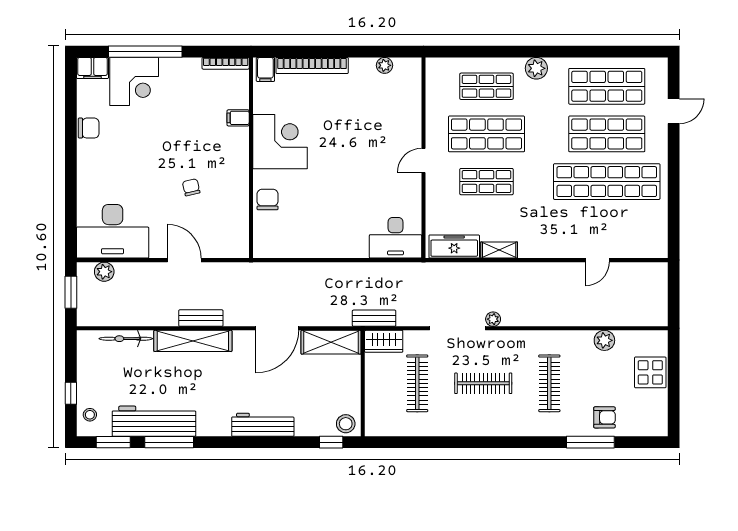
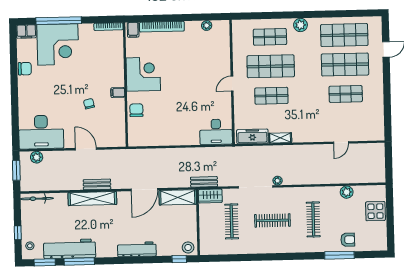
corner desk: (134, 82) -> (58, 45), width x1.36, depth x1.36
filing cabinet: (238, 118) -> (118, 93), moved
shop shelf: (607, 182) -> (346, 94), width x0.50, depth x0.74
bicycle: (126, 339) -> (37, 199), moved

